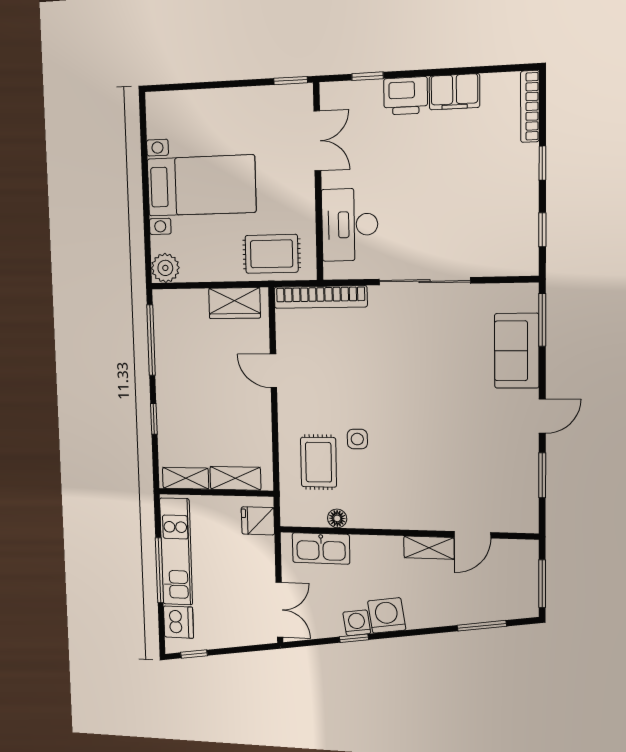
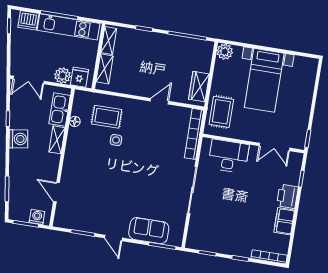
shelving: (429, 548) -> (57, 140), moved
plant: (261, 551) -> (62, 76), added
washing machine: (357, 623) -> (37, 217), moved, turned -82

